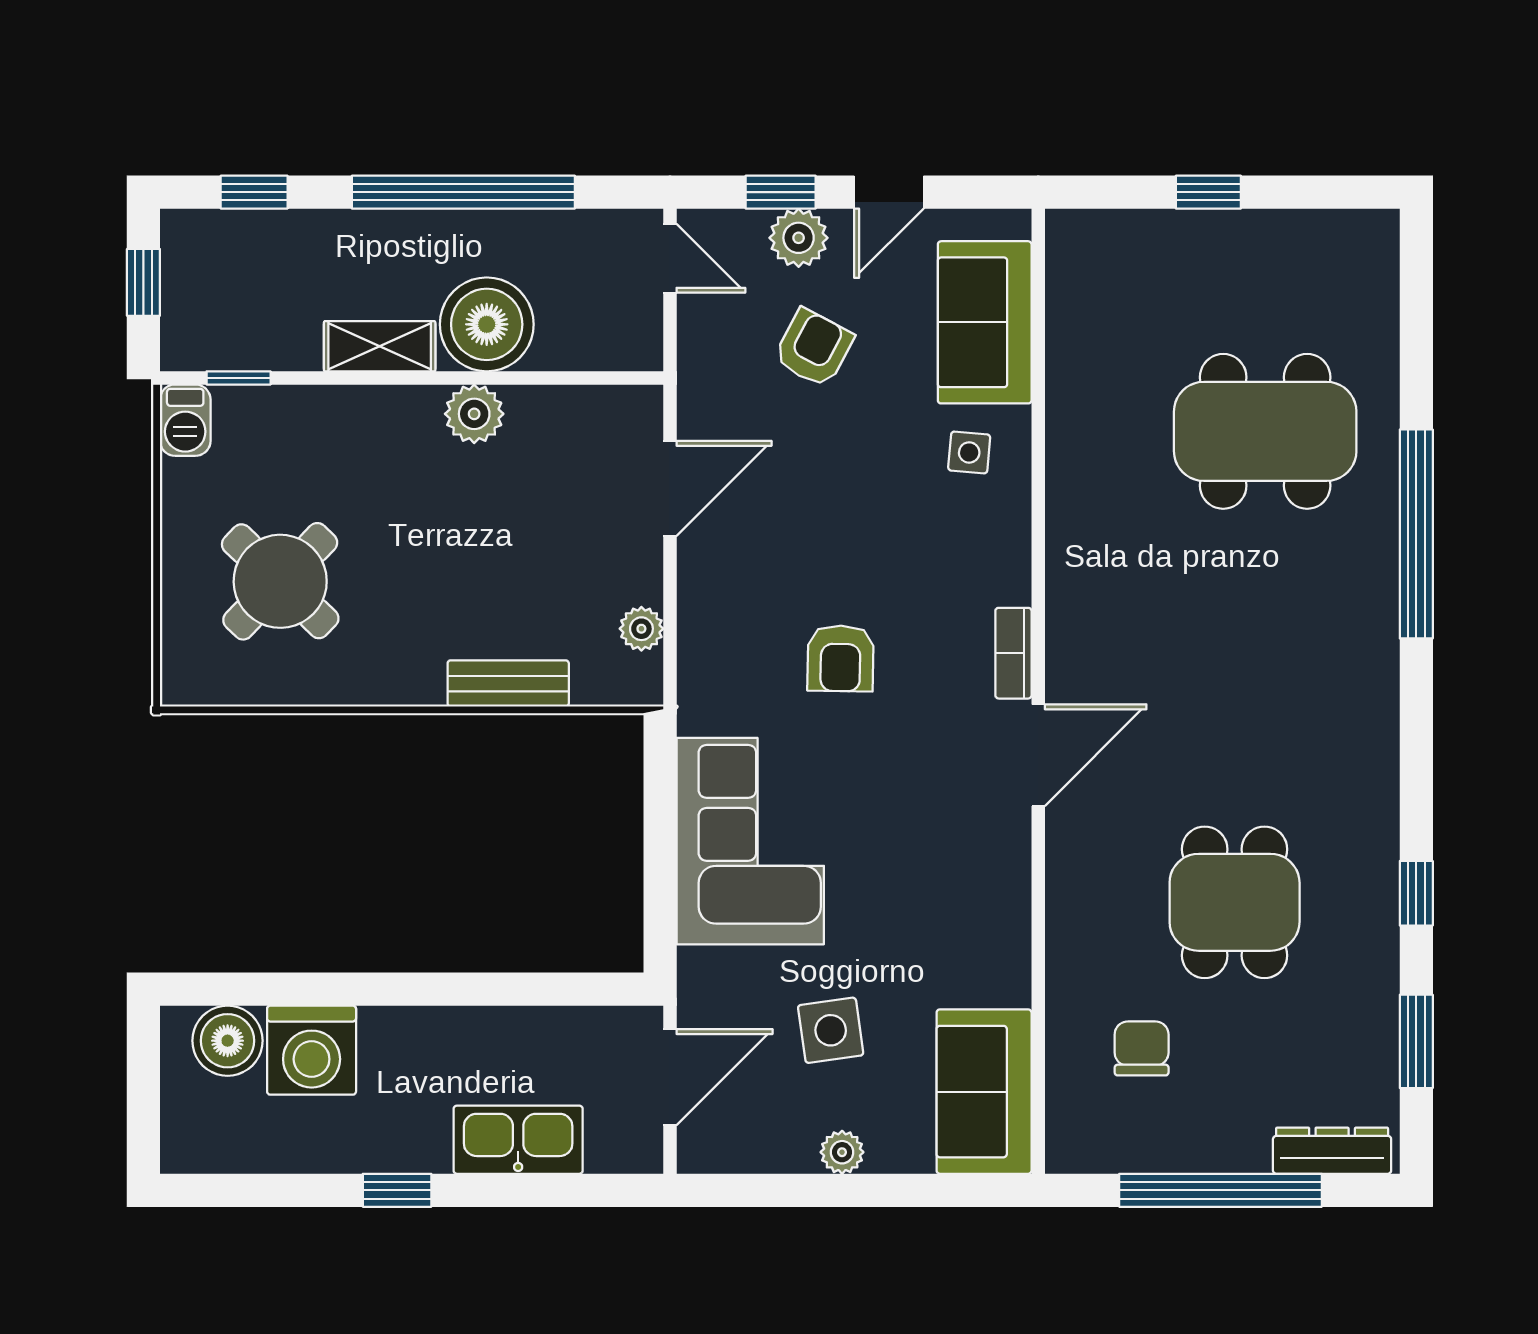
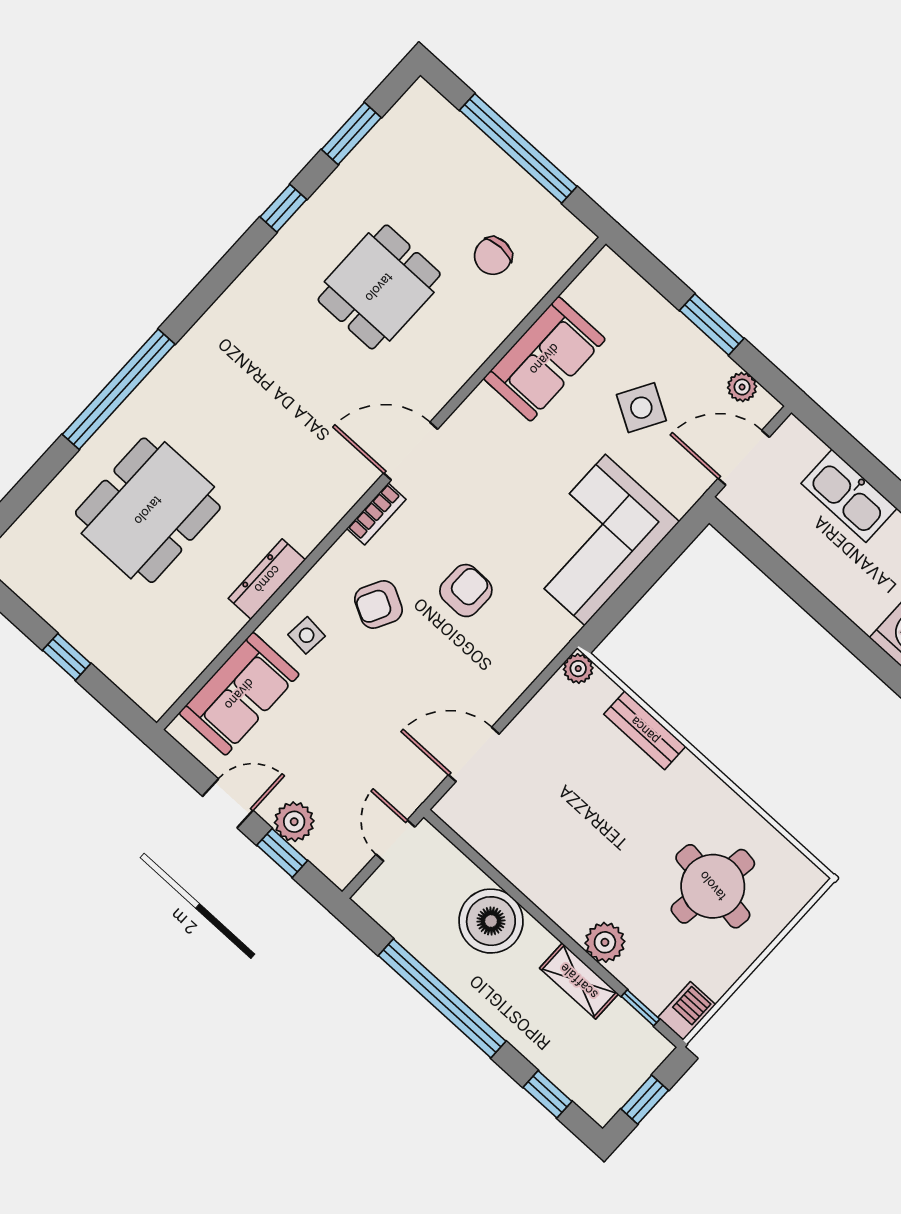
door: (670, 258) -> (395, 841), moved
shelving: (380, 346) -> (579, 981), moved
armchair: (814, 348) -> (378, 605), moved
plant: (474, 414) -> (605, 942), moved
dining table: (1265, 431) -> (148, 510), turned 90
round table: (280, 581) -> (713, 886), turned -36
plant: (641, 629) -> (578, 669), moved
side table: (831, 1030) -> (641, 408), turned 38
sofa: (984, 1092) -> (544, 359), moved
dresser: (1332, 1151) -> (267, 579), moved, turned 90
plant: (842, 1152) -> (742, 387), moved
window: (836, 1190) -> (712, 324), added

